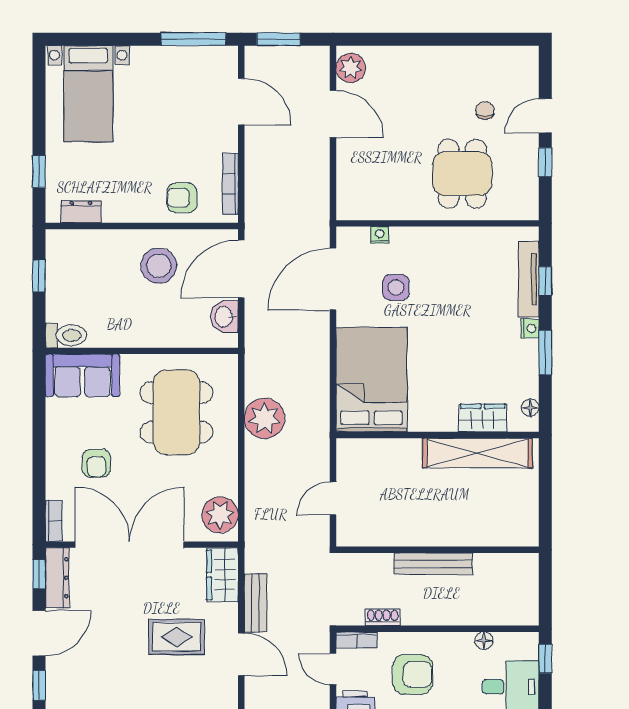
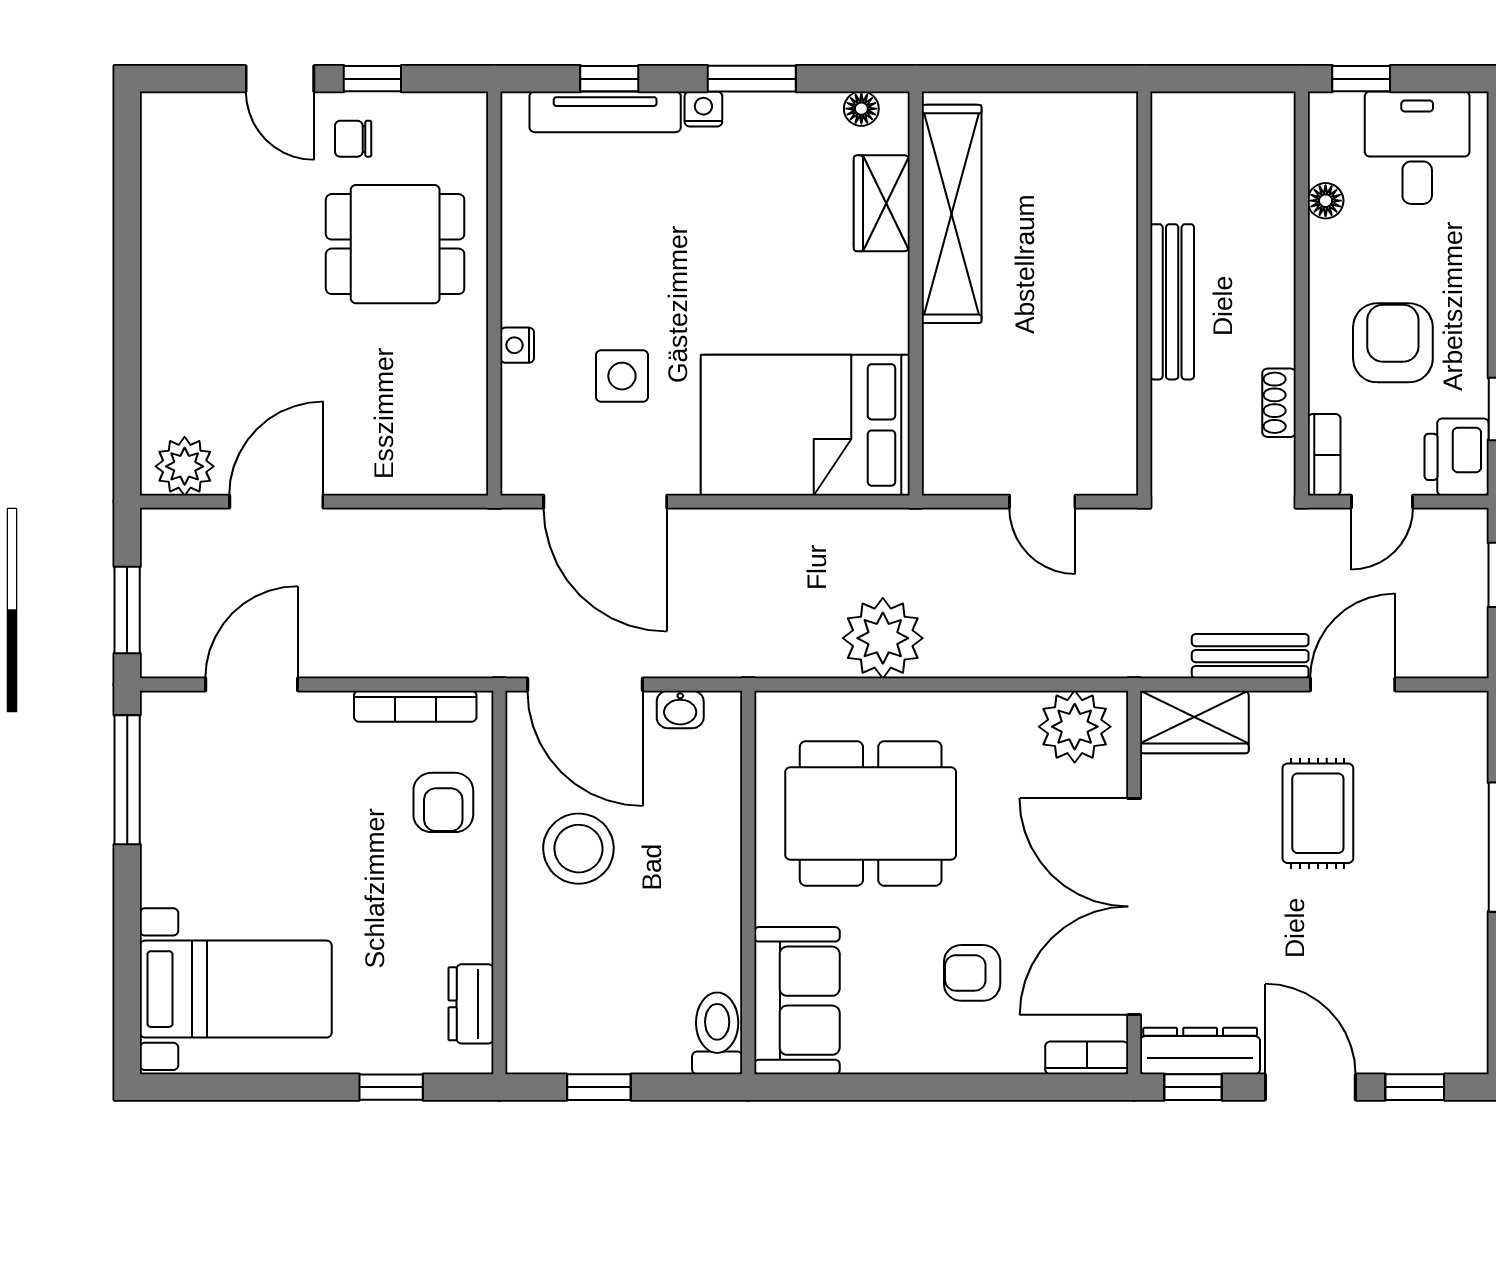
chair: (485, 110) -> (353, 139), moved
nightstand: (380, 235) -> (517, 345), moved
washbasin: (224, 317) -> (680, 709), width x0.72, depth x0.69
armchair: (96, 463) -> (972, 973), turned 180

